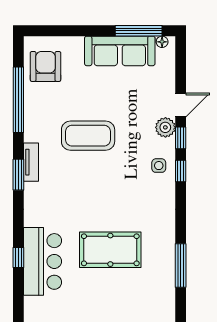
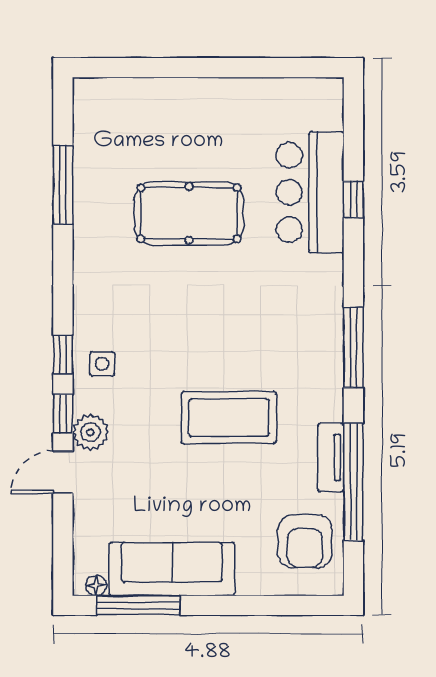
tv unit: (31, 162) -> (331, 457), moved
window: (18, 175) -> (353, 348), width x1.44

